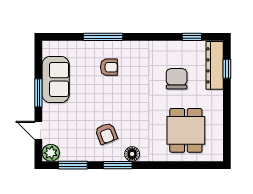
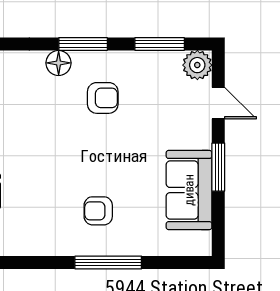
armchair: (106, 133) -> (103, 98), turned 111

